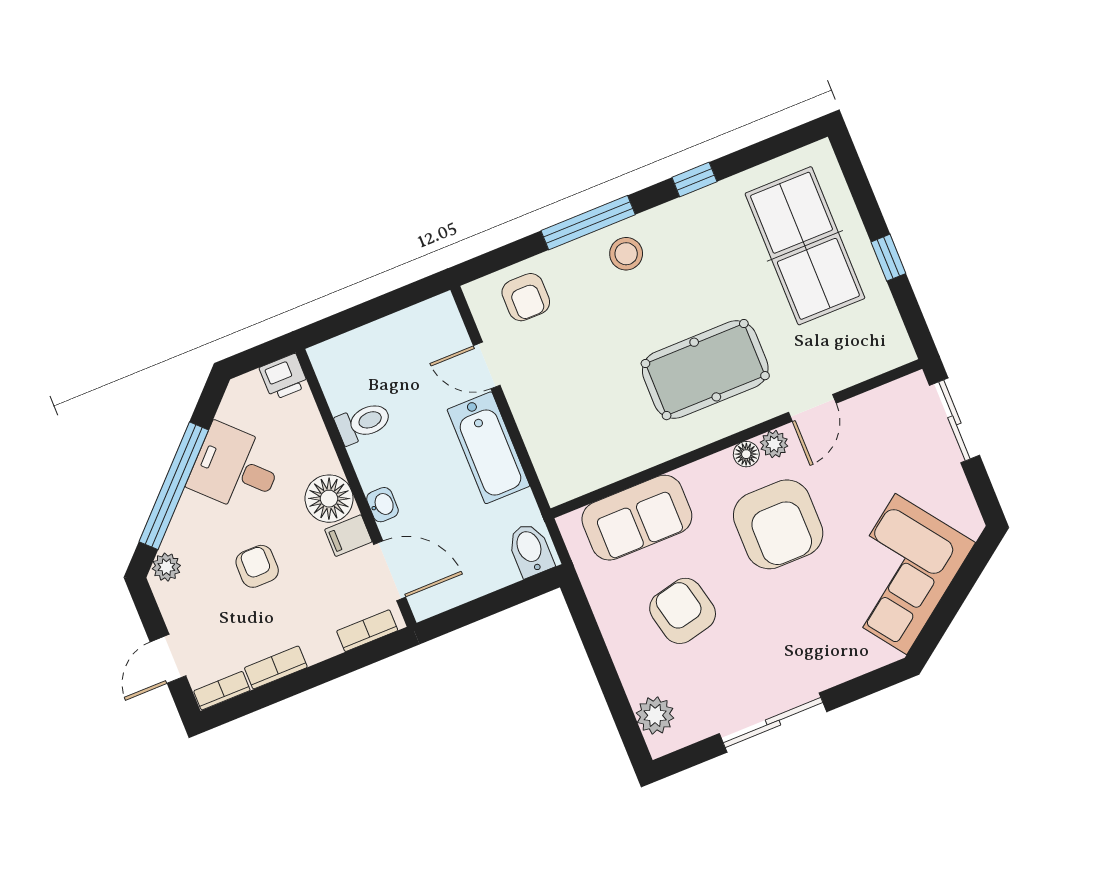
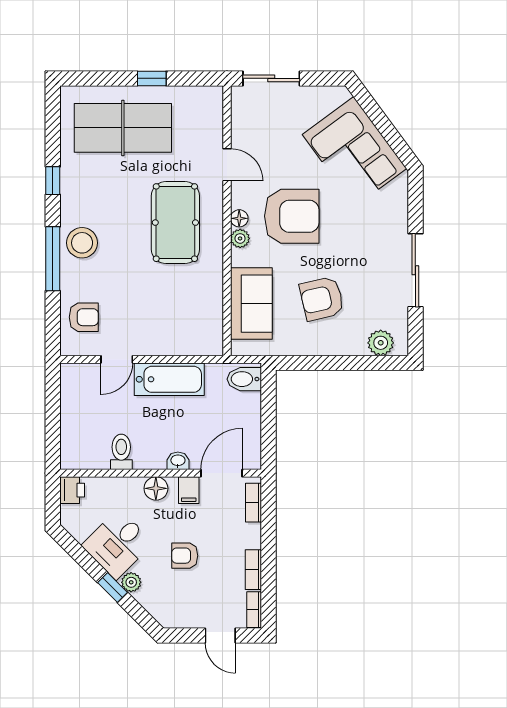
stool: (626, 254) -> (82, 243), width x1.38, depth x1.38
plant: (774, 444) -> (240, 238), moved
window: (174, 486) -> (113, 588), width x0.32
floor lamp: (329, 499) -> (156, 488), width x0.73, depth x0.73
plant: (166, 567) -> (131, 582), moved

